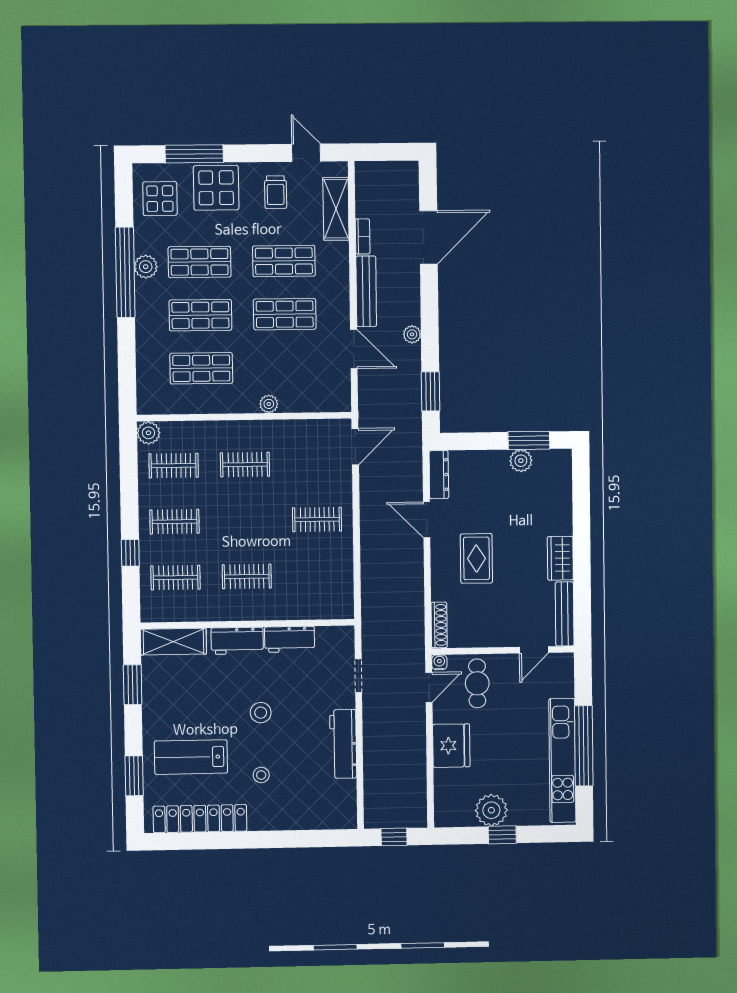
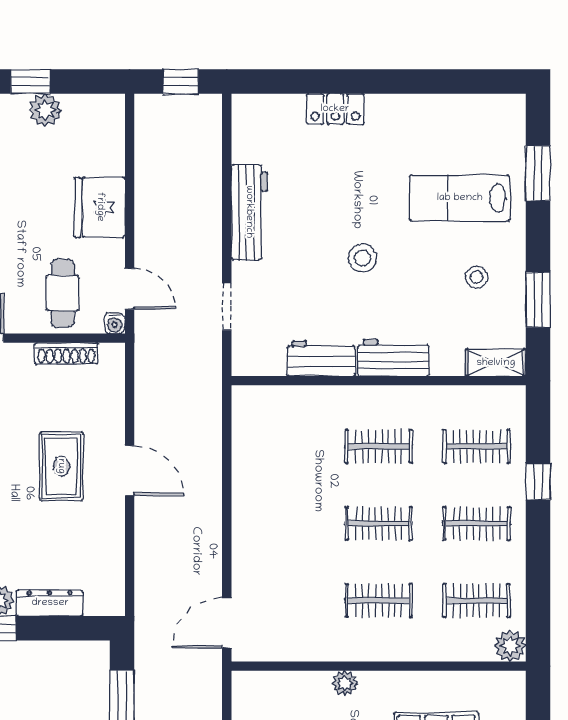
dresser: (439, 475) -> (50, 603), moved, turned 90
clothes rail: (317, 519) -> (379, 523), moved
door: (427, 520) -> (130, 471), moved
shoe rack: (439, 625) -> (66, 353), moved, turned -90
shelving: (173, 642) -> (496, 363), width x0.67, depth x0.75
door: (429, 687) -> (130, 289), swing flipped
lab bench: (191, 757) -> (460, 198), turned 180
stool: (261, 775) -> (477, 277), moved
plant: (491, 810) -> (45, 110), width x0.73, depth x0.73
locker: (200, 819) -> (335, 109), moved, width x0.46, depth x0.83

